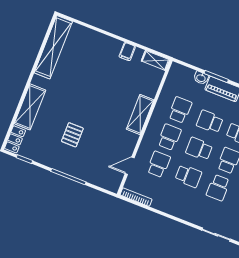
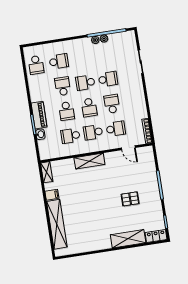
shelving: (53, 47) -> (57, 224), moved, turned 90
school desk: (159, 164) -> (116, 129), turned 180

